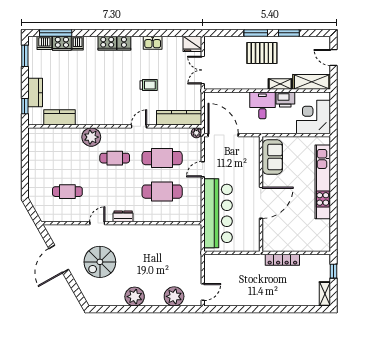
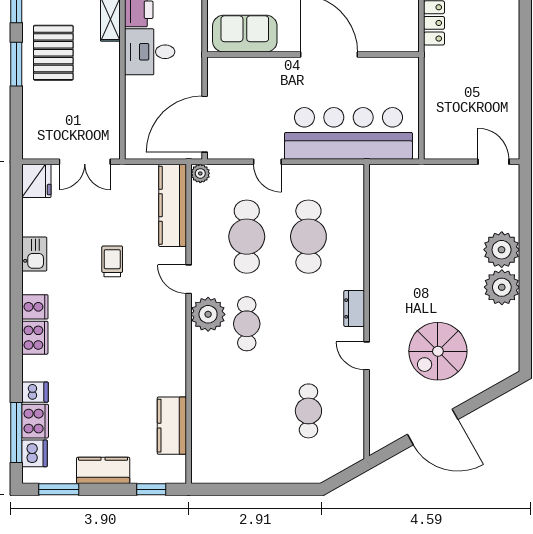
kitchen counter: (35, 93) -> (103, 470), moved
plant: (91, 137) -> (208, 314), moved
spiral stairs: (100, 262) -> (438, 351), turned 90
plant: (174, 296) -> (502, 250), moved

